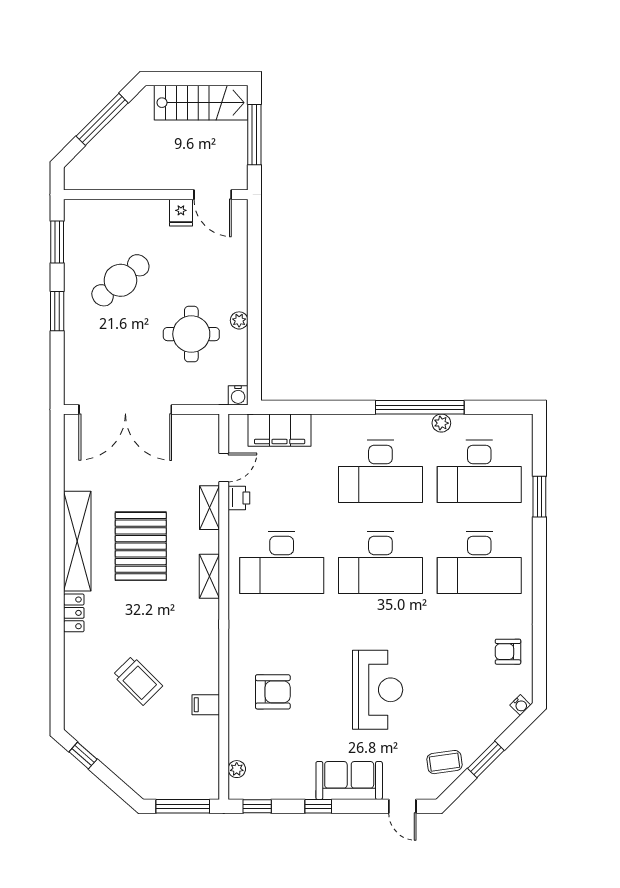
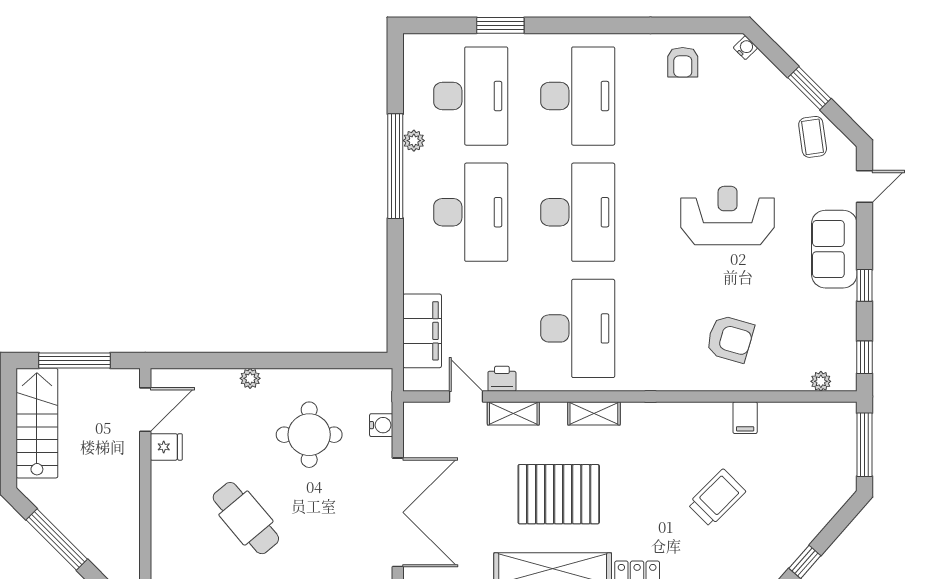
plant: (239, 320) -> (250, 378), moved
water cooler: (238, 395) -> (381, 425), moved
armchair: (273, 692) -> (730, 339), turned 106

